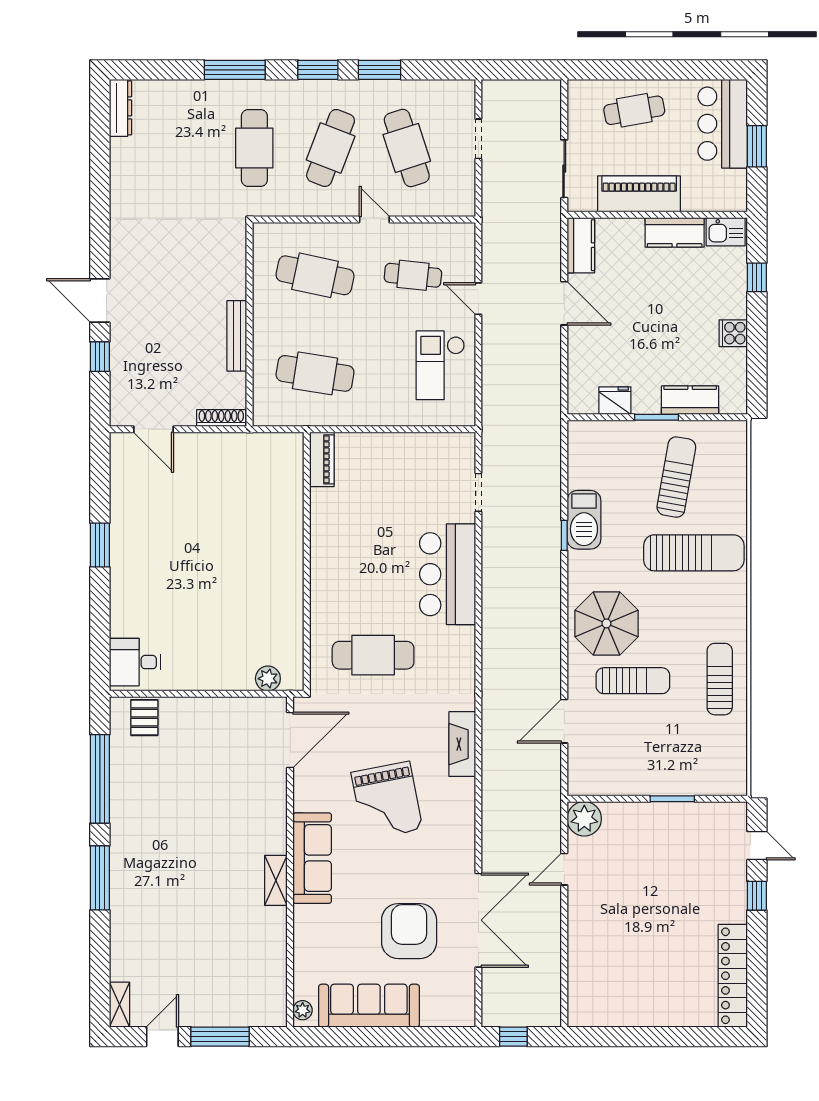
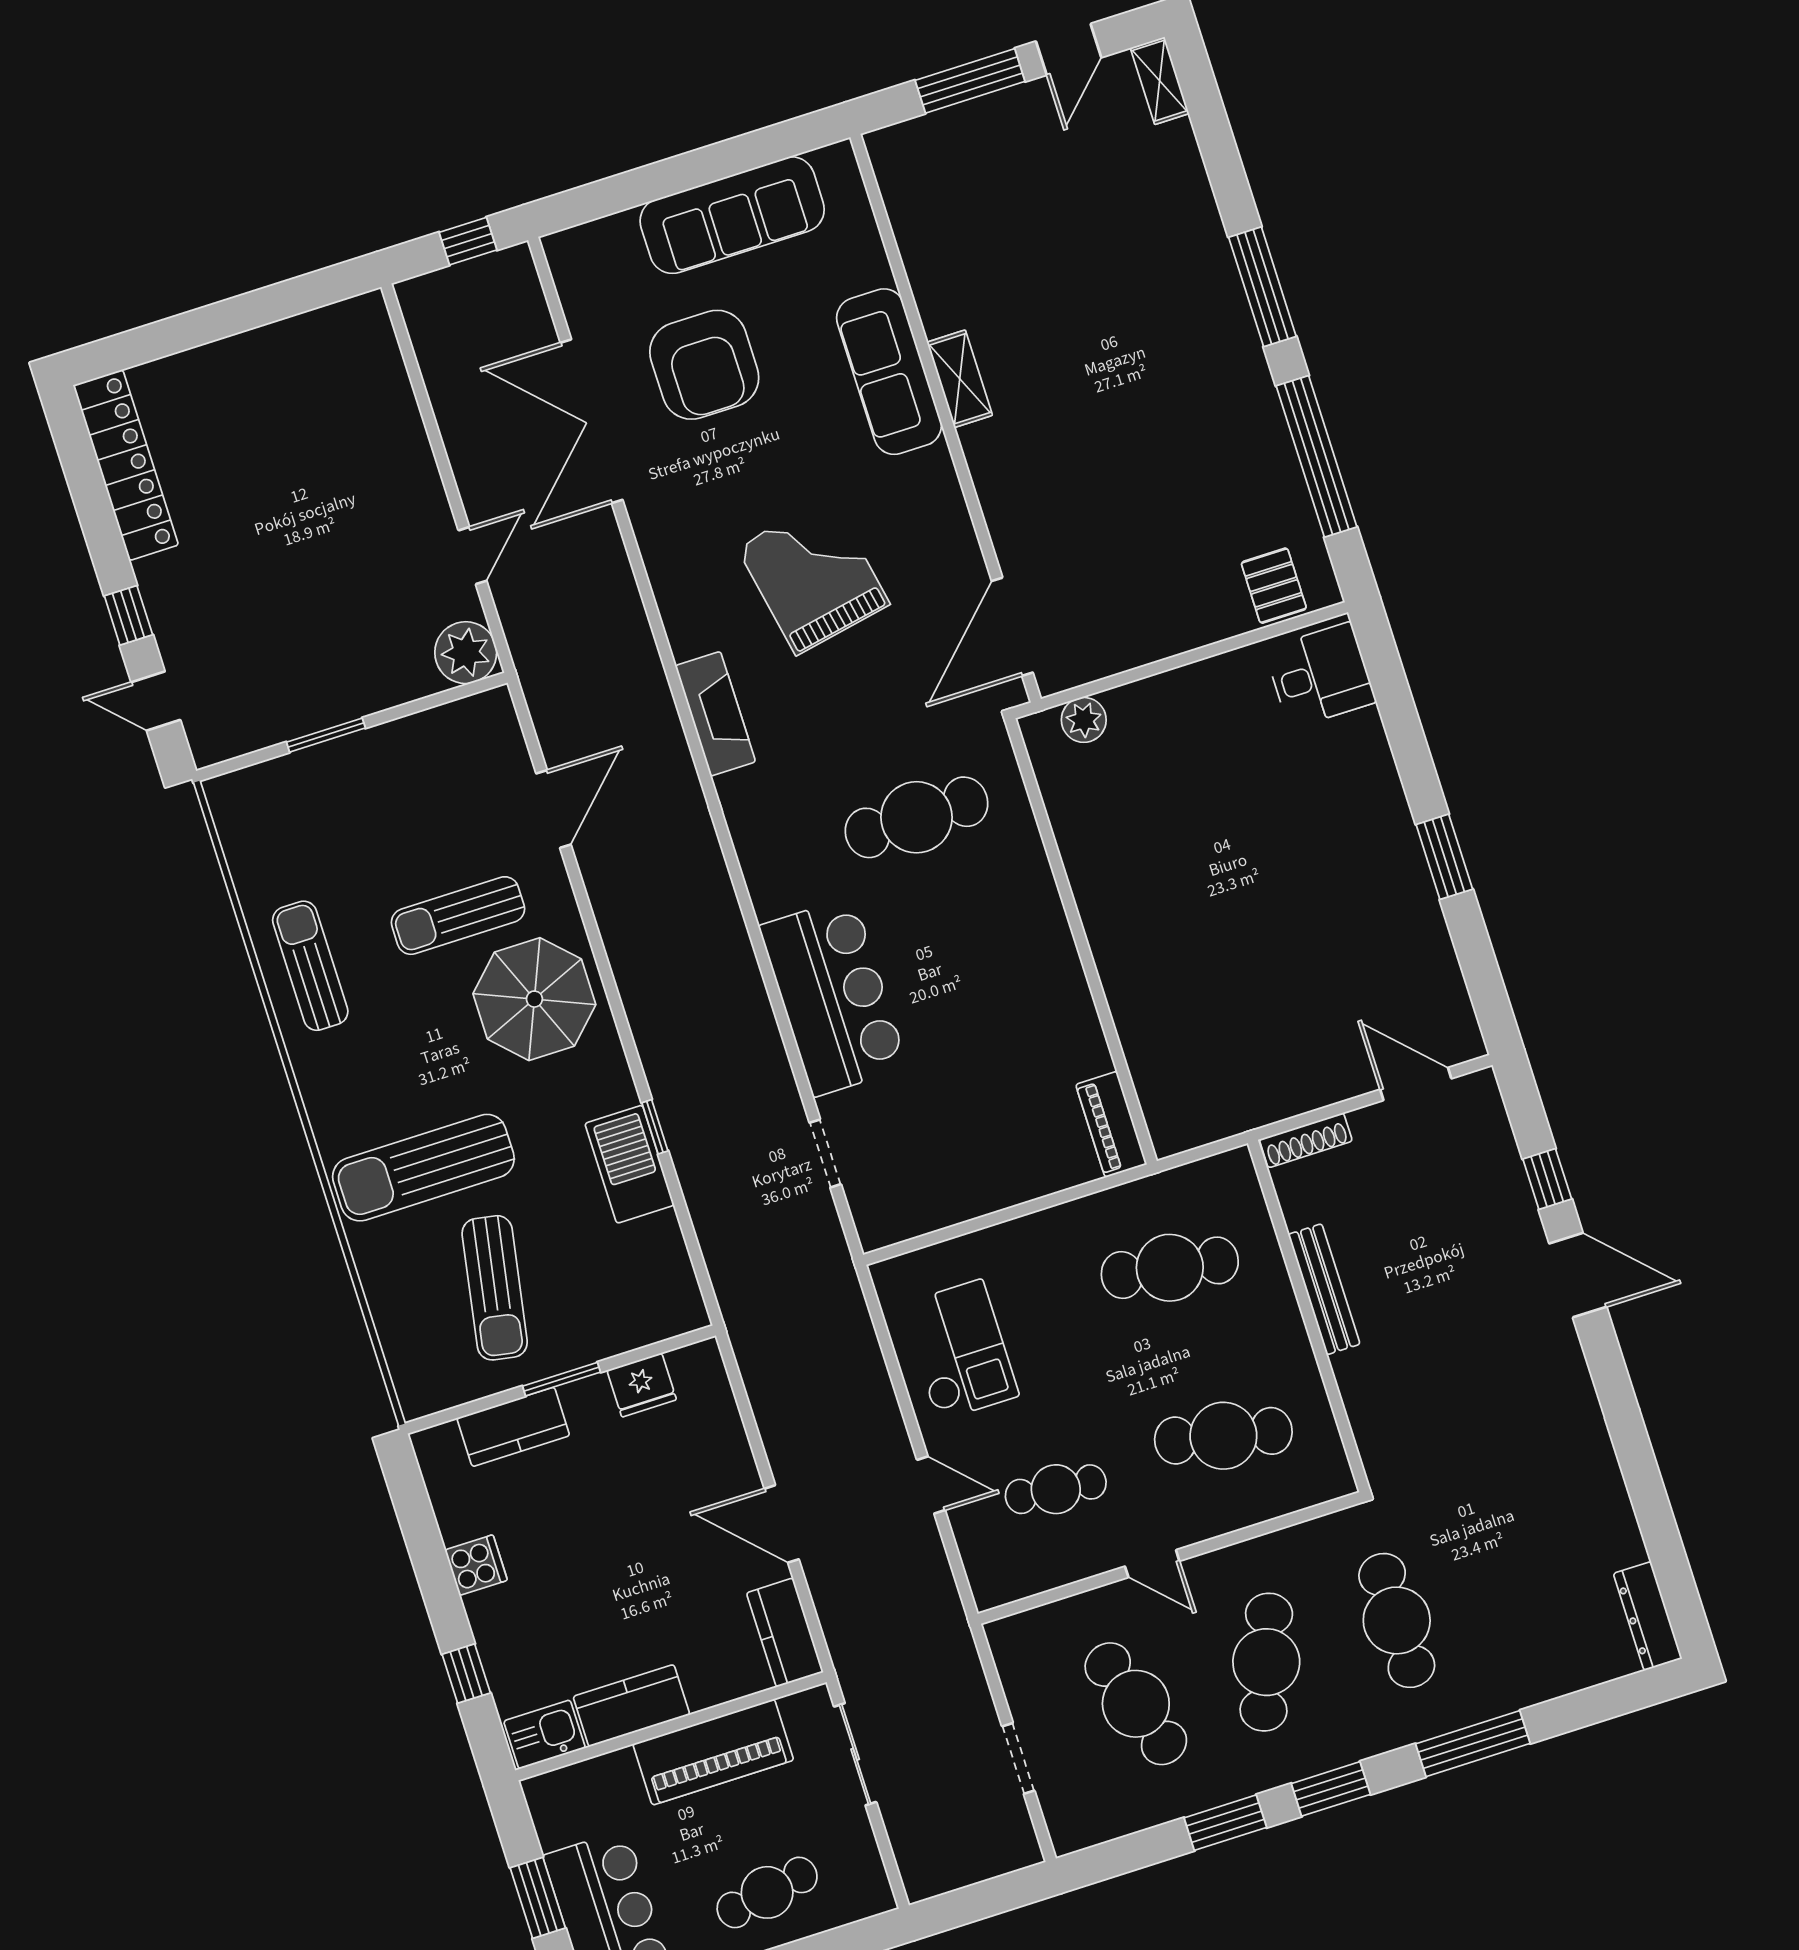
sun lounger: (720, 679) -> (310, 966), turned 180
sofa: (312, 858) -> (889, 372), moved
plant: (303, 1010) -> (843, 171), removed

